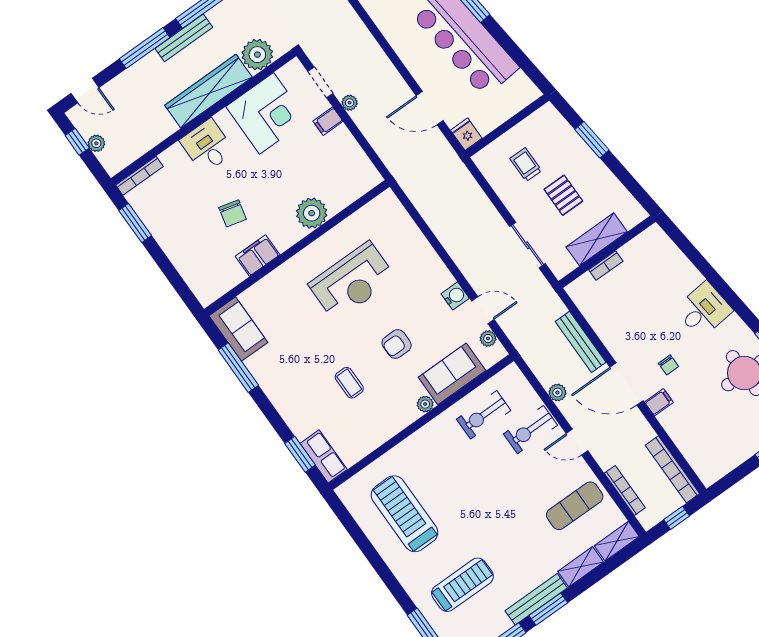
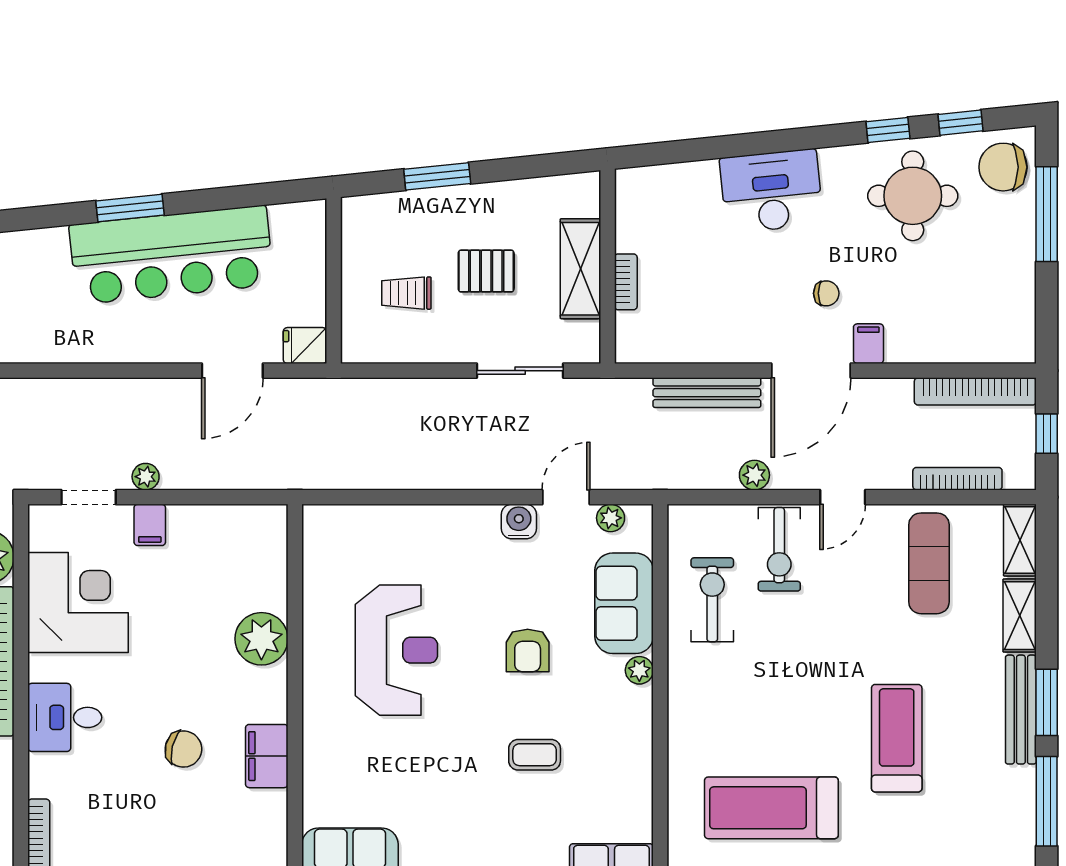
desk: (704, 310) -> (771, 191), width x1.37
exercise bike: (484, 415) -> (712, 600), turned 180
treadmill: (462, 585) -> (897, 738), moved

